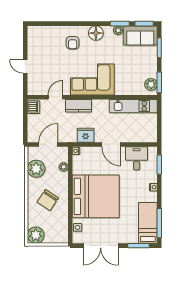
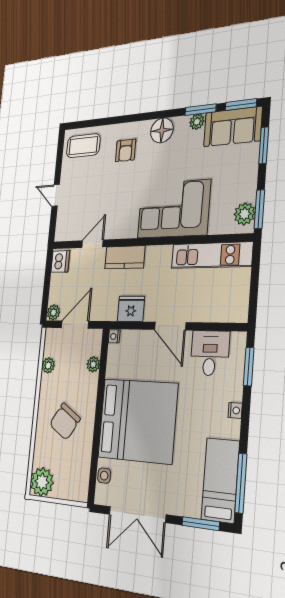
coffee table: (42, 37) -> (83, 146), added
corner sofa: (92, 79) -> (174, 209), moved
plant: (32, 138) -> (53, 312), added
plant: (36, 169) -> (48, 365), width x0.53, depth x0.53

